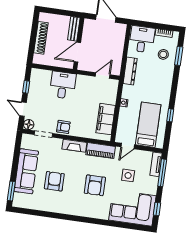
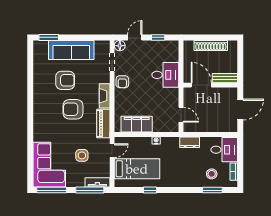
dresser: (130, 71) -> (190, 142), width x0.70
door: (128, 146) -> (112, 151), swing flipped
armchair: (95, 185) -> (73, 109), moved
window: (157, 209) -> (52, 190), width x2.17

